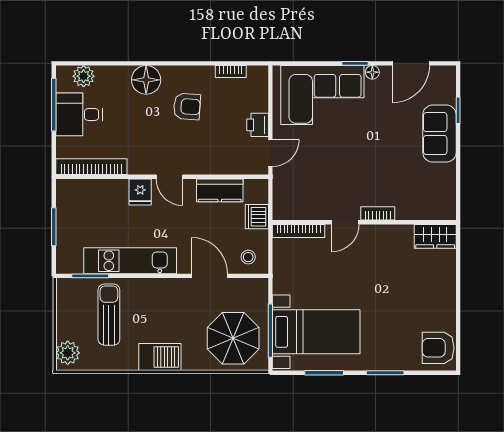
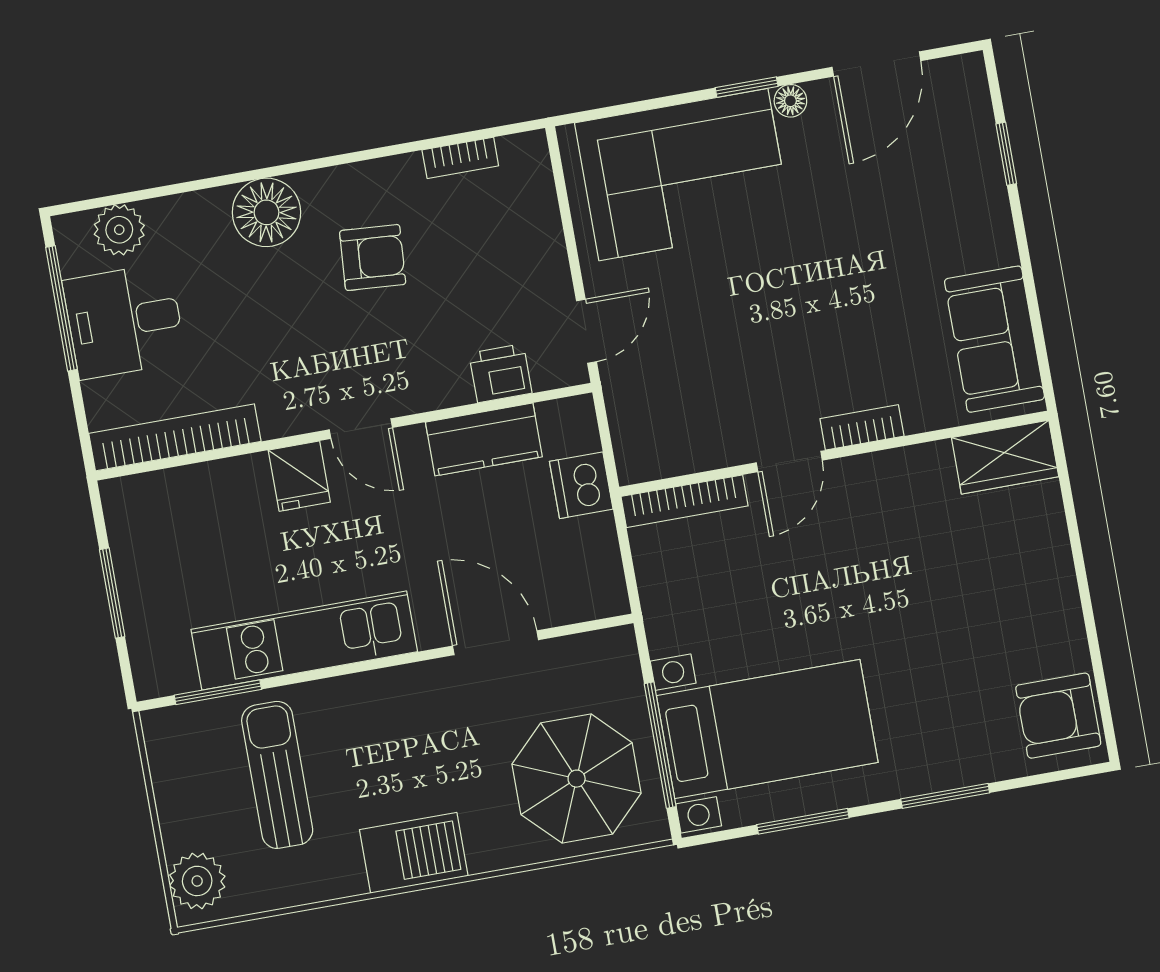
printer: (258, 125) -> (500, 373), moved, turned 90
sofa: (439, 134) -> (994, 339), moved
stool: (248, 257) -> (578, 583), removed

